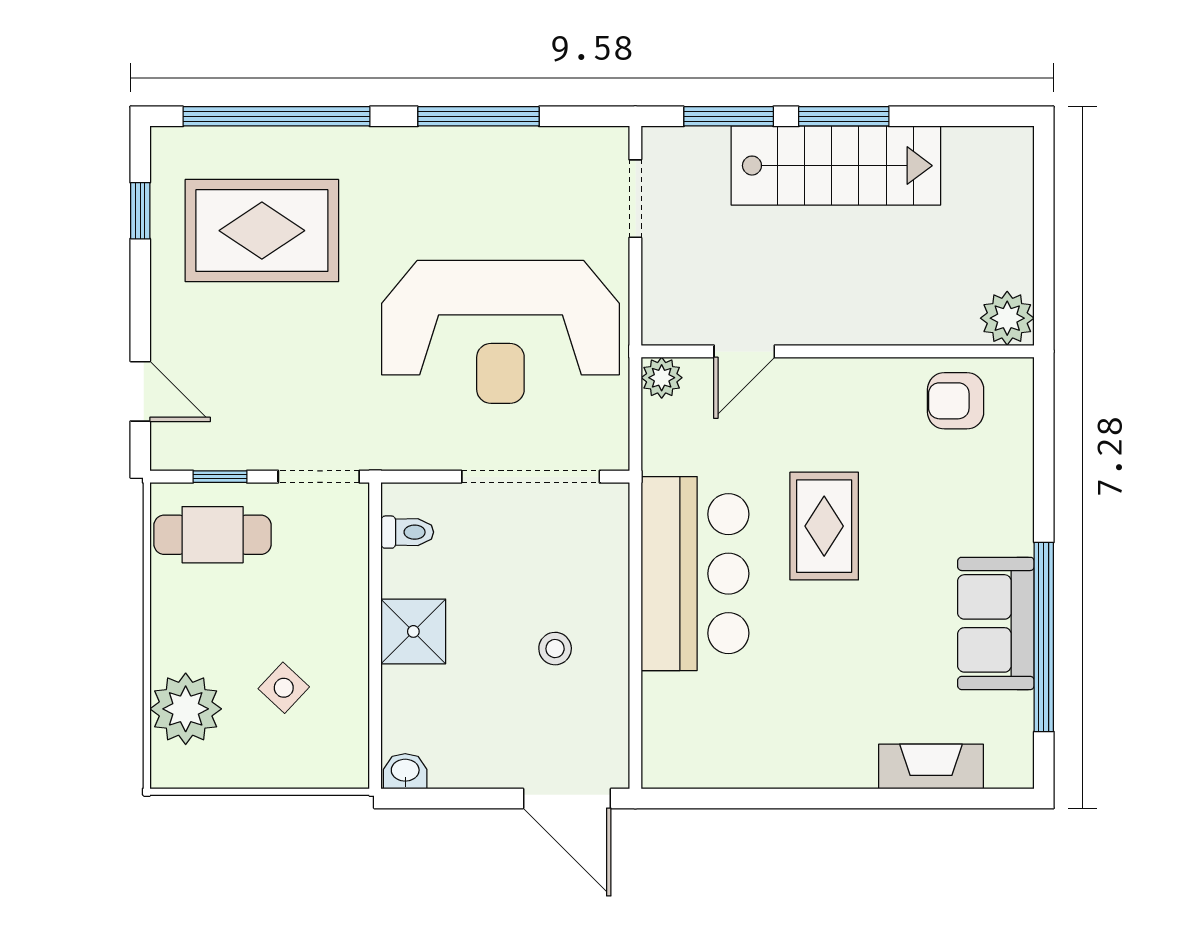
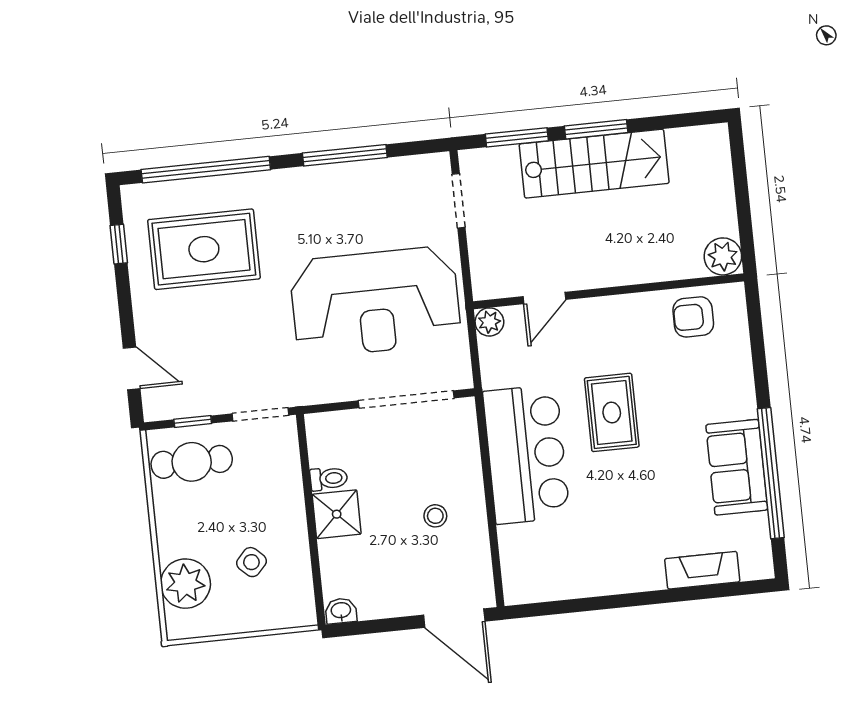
toilet: (407, 532) -> (329, 479), moved

